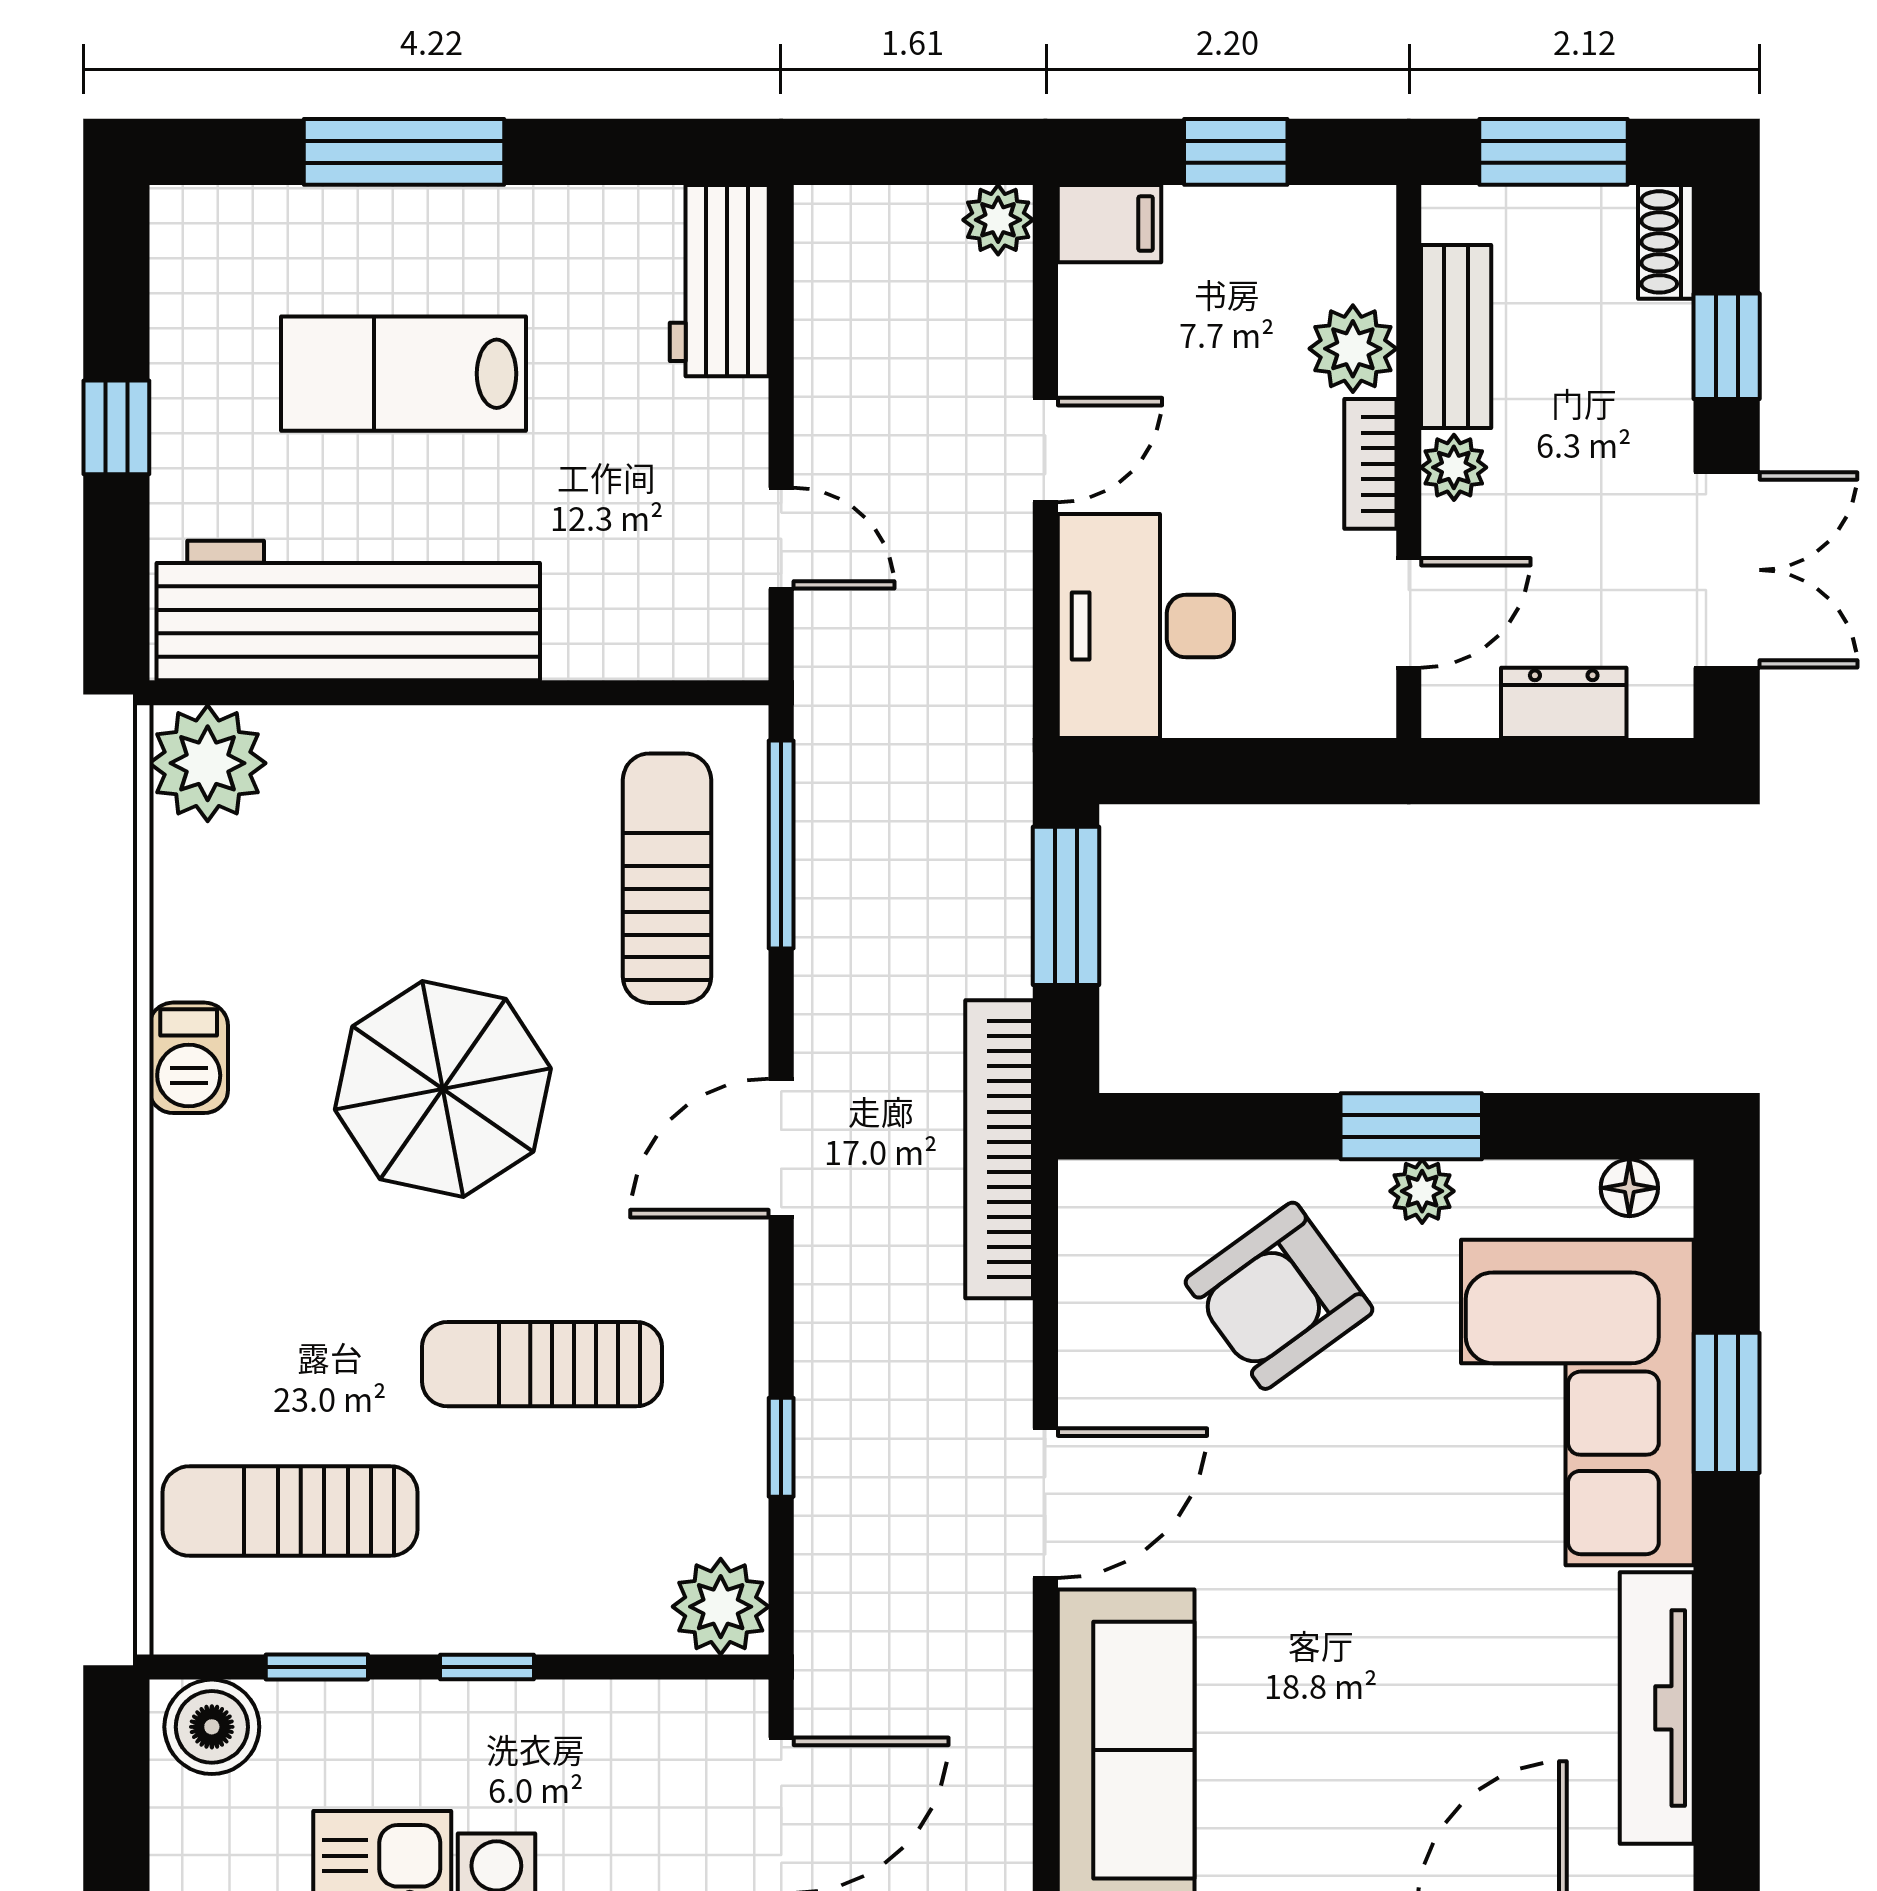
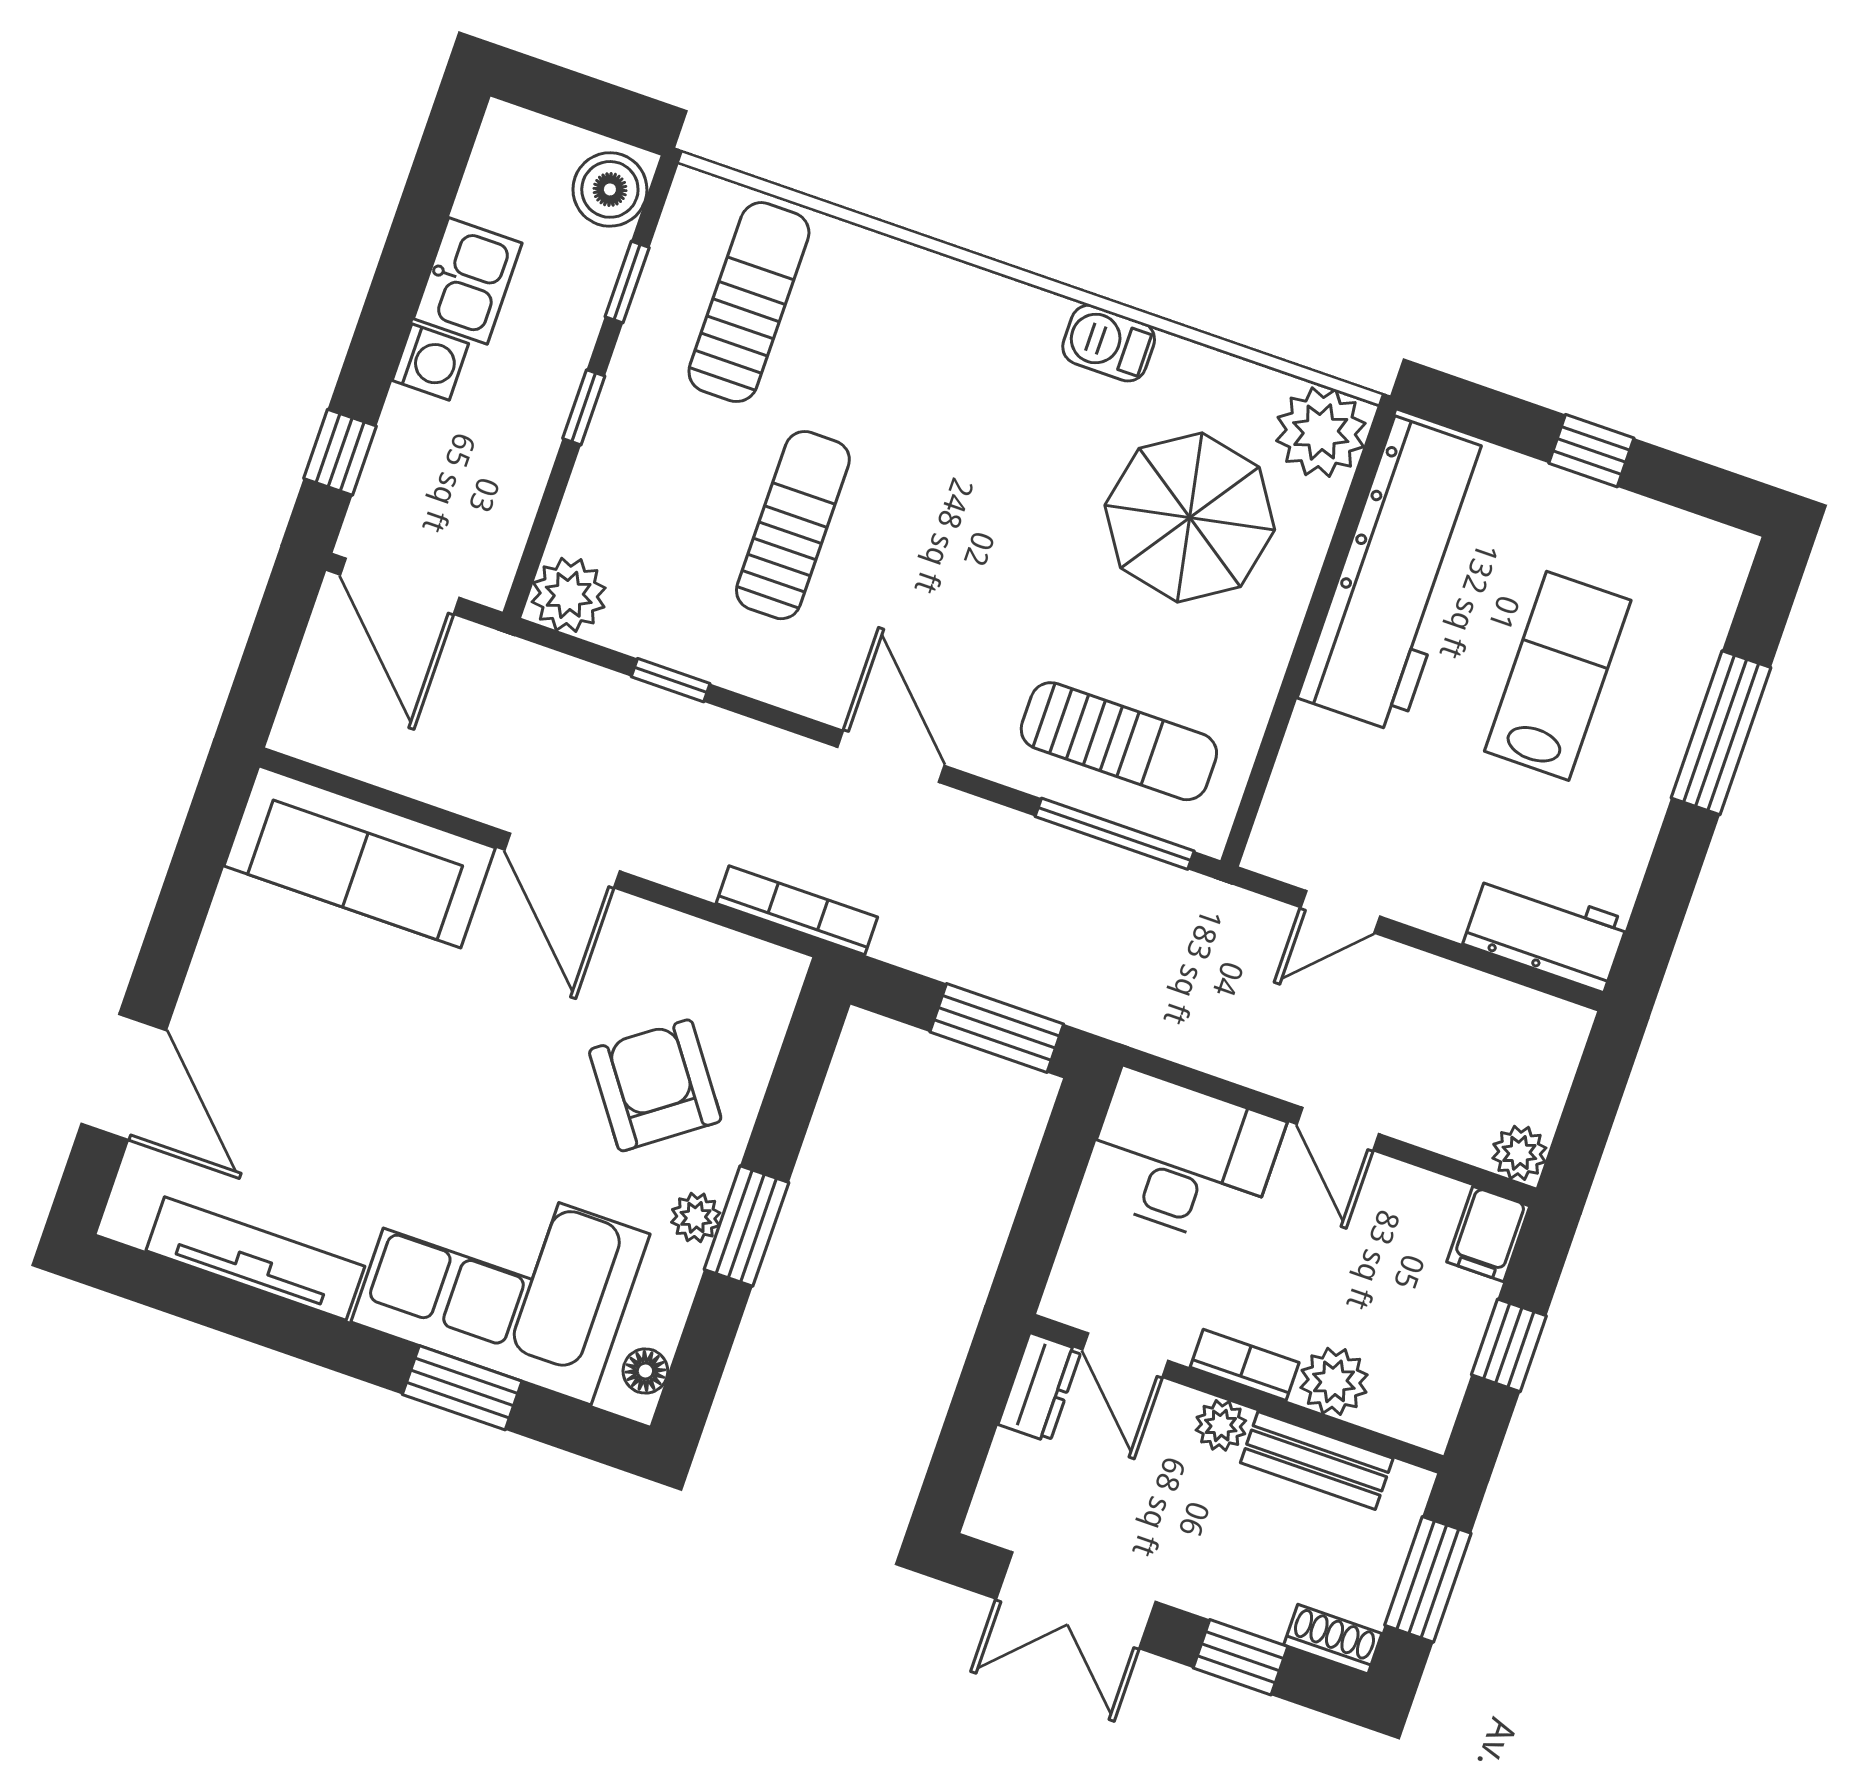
dresser: (1564, 703) -> (1040, 1387), moved
parasol: (443, 1089) -> (1190, 518), moved
bookcase: (999, 1149) -> (797, 910), width x0.68, depth x0.76

